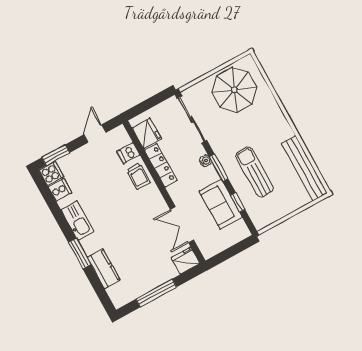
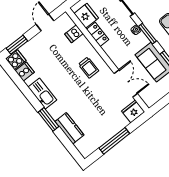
locker: (161, 165) -> (98, 34), width x0.66
trolley: (138, 176) -> (89, 67), moved
double door: (182, 225) -> (126, 83), swing flipped

